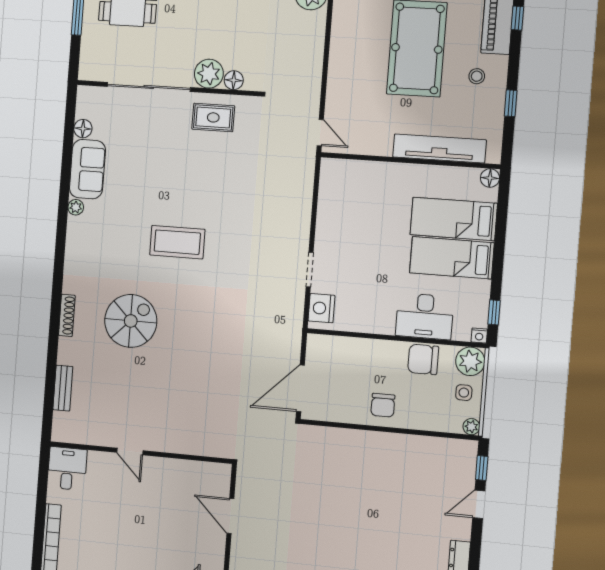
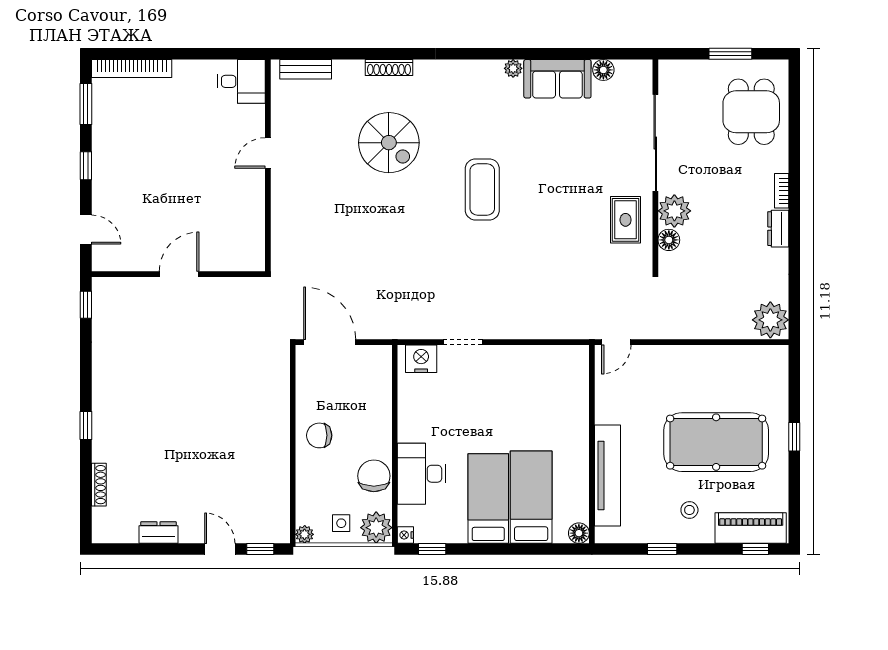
door: (130, 451) -> (268, 153), moved
wall: (140, 452) -> (268, 165), moved
desk: (67, 468) -> (241, 81), moved

